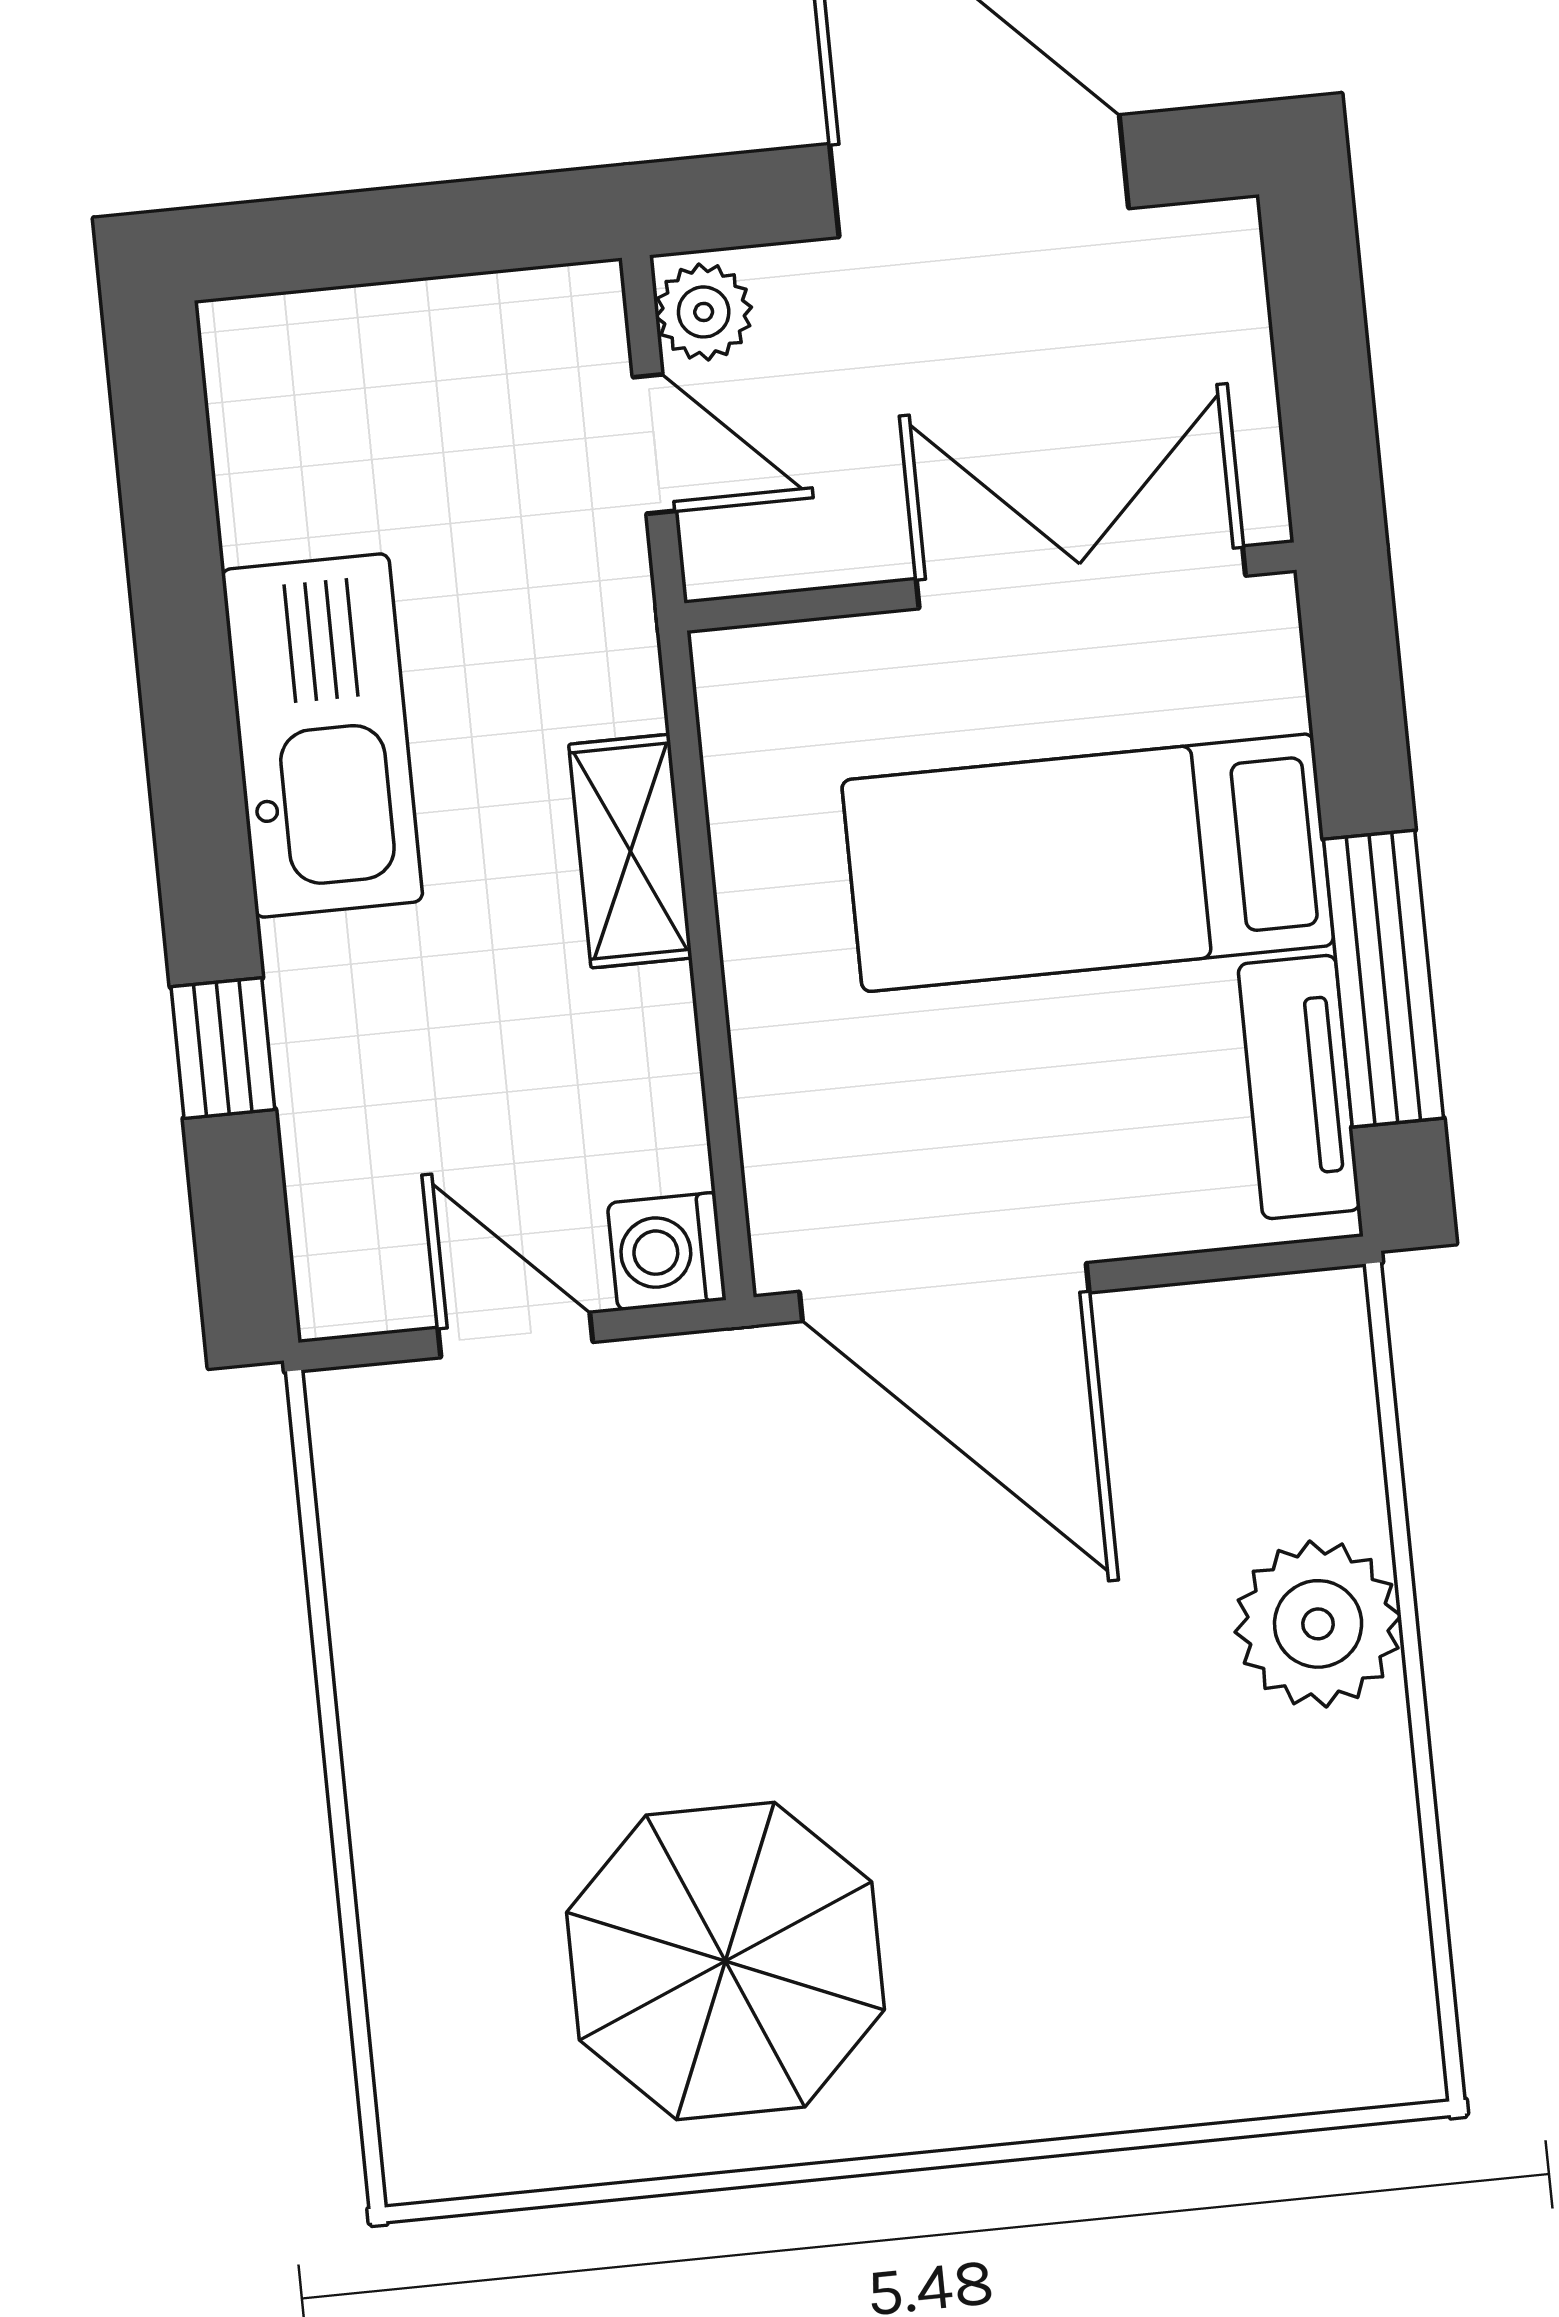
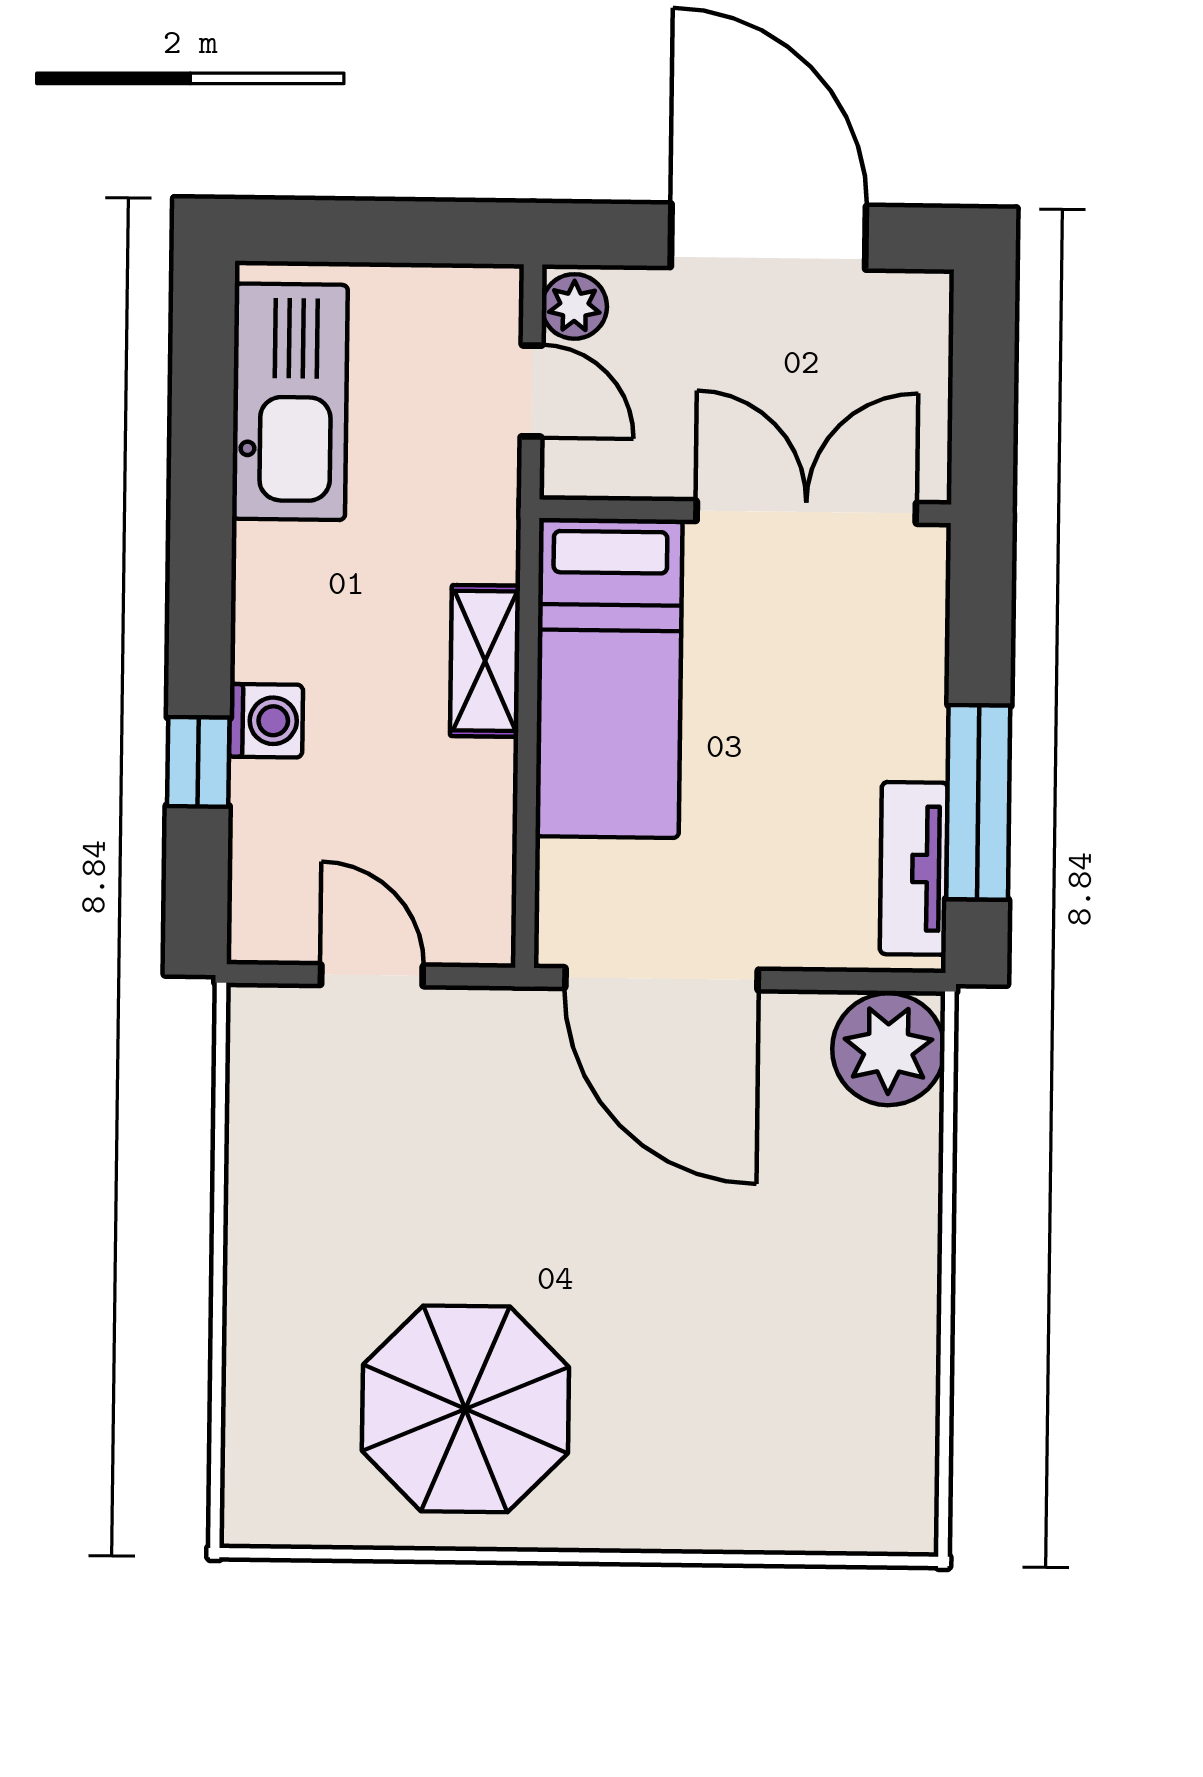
kitchen sink: (322, 736) -> (290, 402), moved
bed: (1088, 863) -> (609, 678), moved, turned -90
washing machine: (667, 1251) -> (266, 721), moved, turned 180
plant: (1318, 1624) -> (888, 1049), moved

